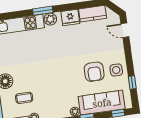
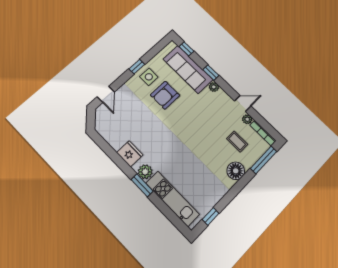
kitchen counter: (93, 14) -> (111, 135), removed
armchair: (94, 72) -> (165, 95), turned 180
window: (132, 82) -> (137, 67), moved

